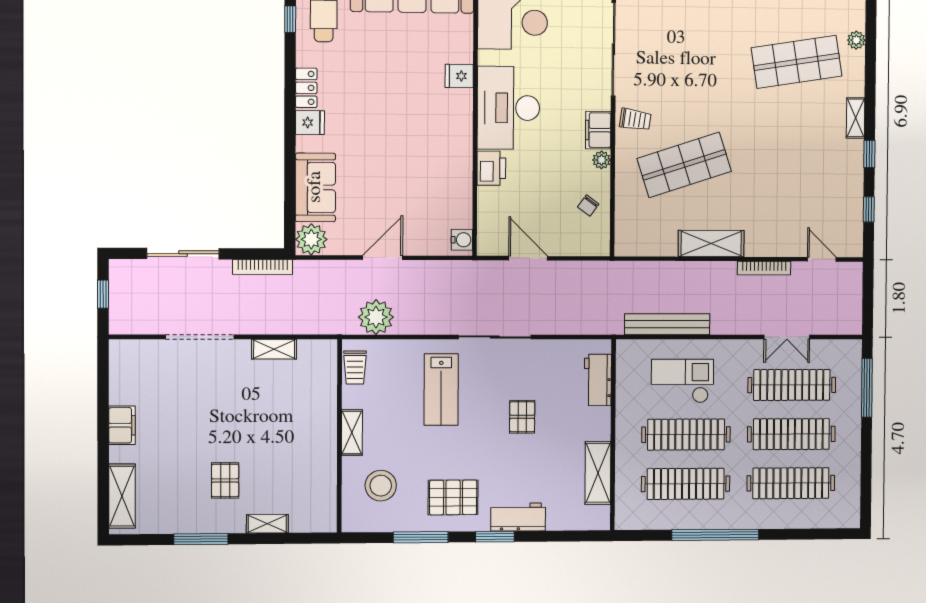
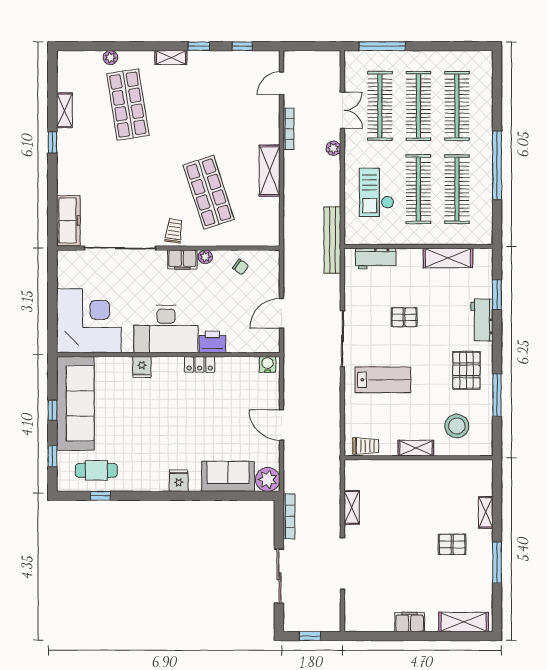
locker: (306, 88) -> (200, 364), moved, turned 180
plant: (376, 317) -> (333, 148), moved, width x0.53, depth x0.53
bench: (667, 324) -> (332, 240), moved
window: (495, 537) -> (497, 295), moved

